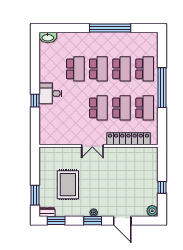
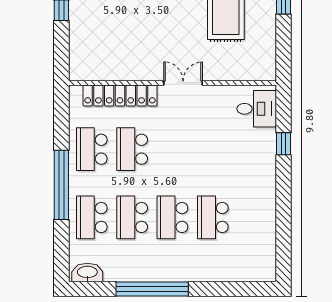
washbasin: (48, 37) -> (87, 273), moved
desk: (50, 93) -> (257, 109), moved
window: (35, 101) -> (284, 144), moved
school desk: (98, 108) -> (172, 149), removed

